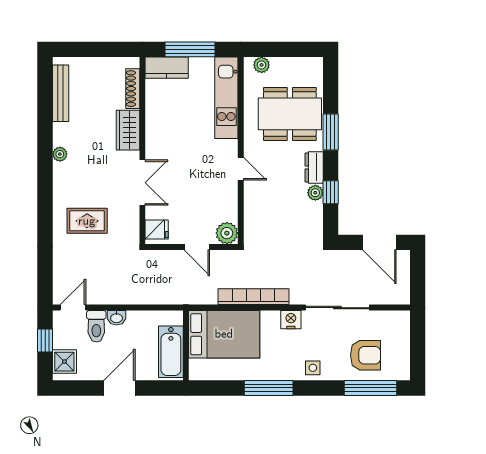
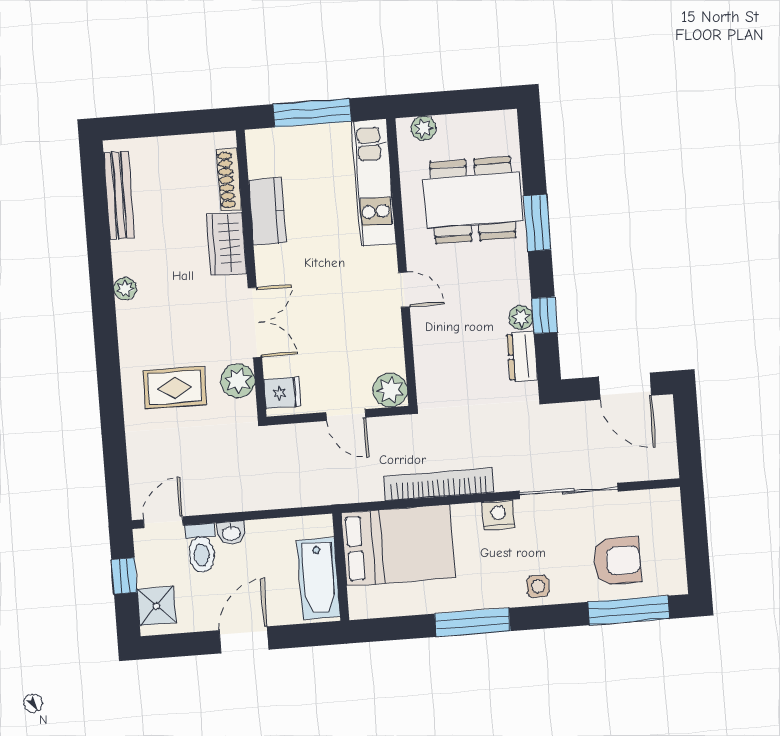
kitchen counter: (167, 68) -> (267, 211), moved, turned -90
dresser: (314, 167) -> (522, 356), moved
plant: (128, 219) -> (238, 381), added

